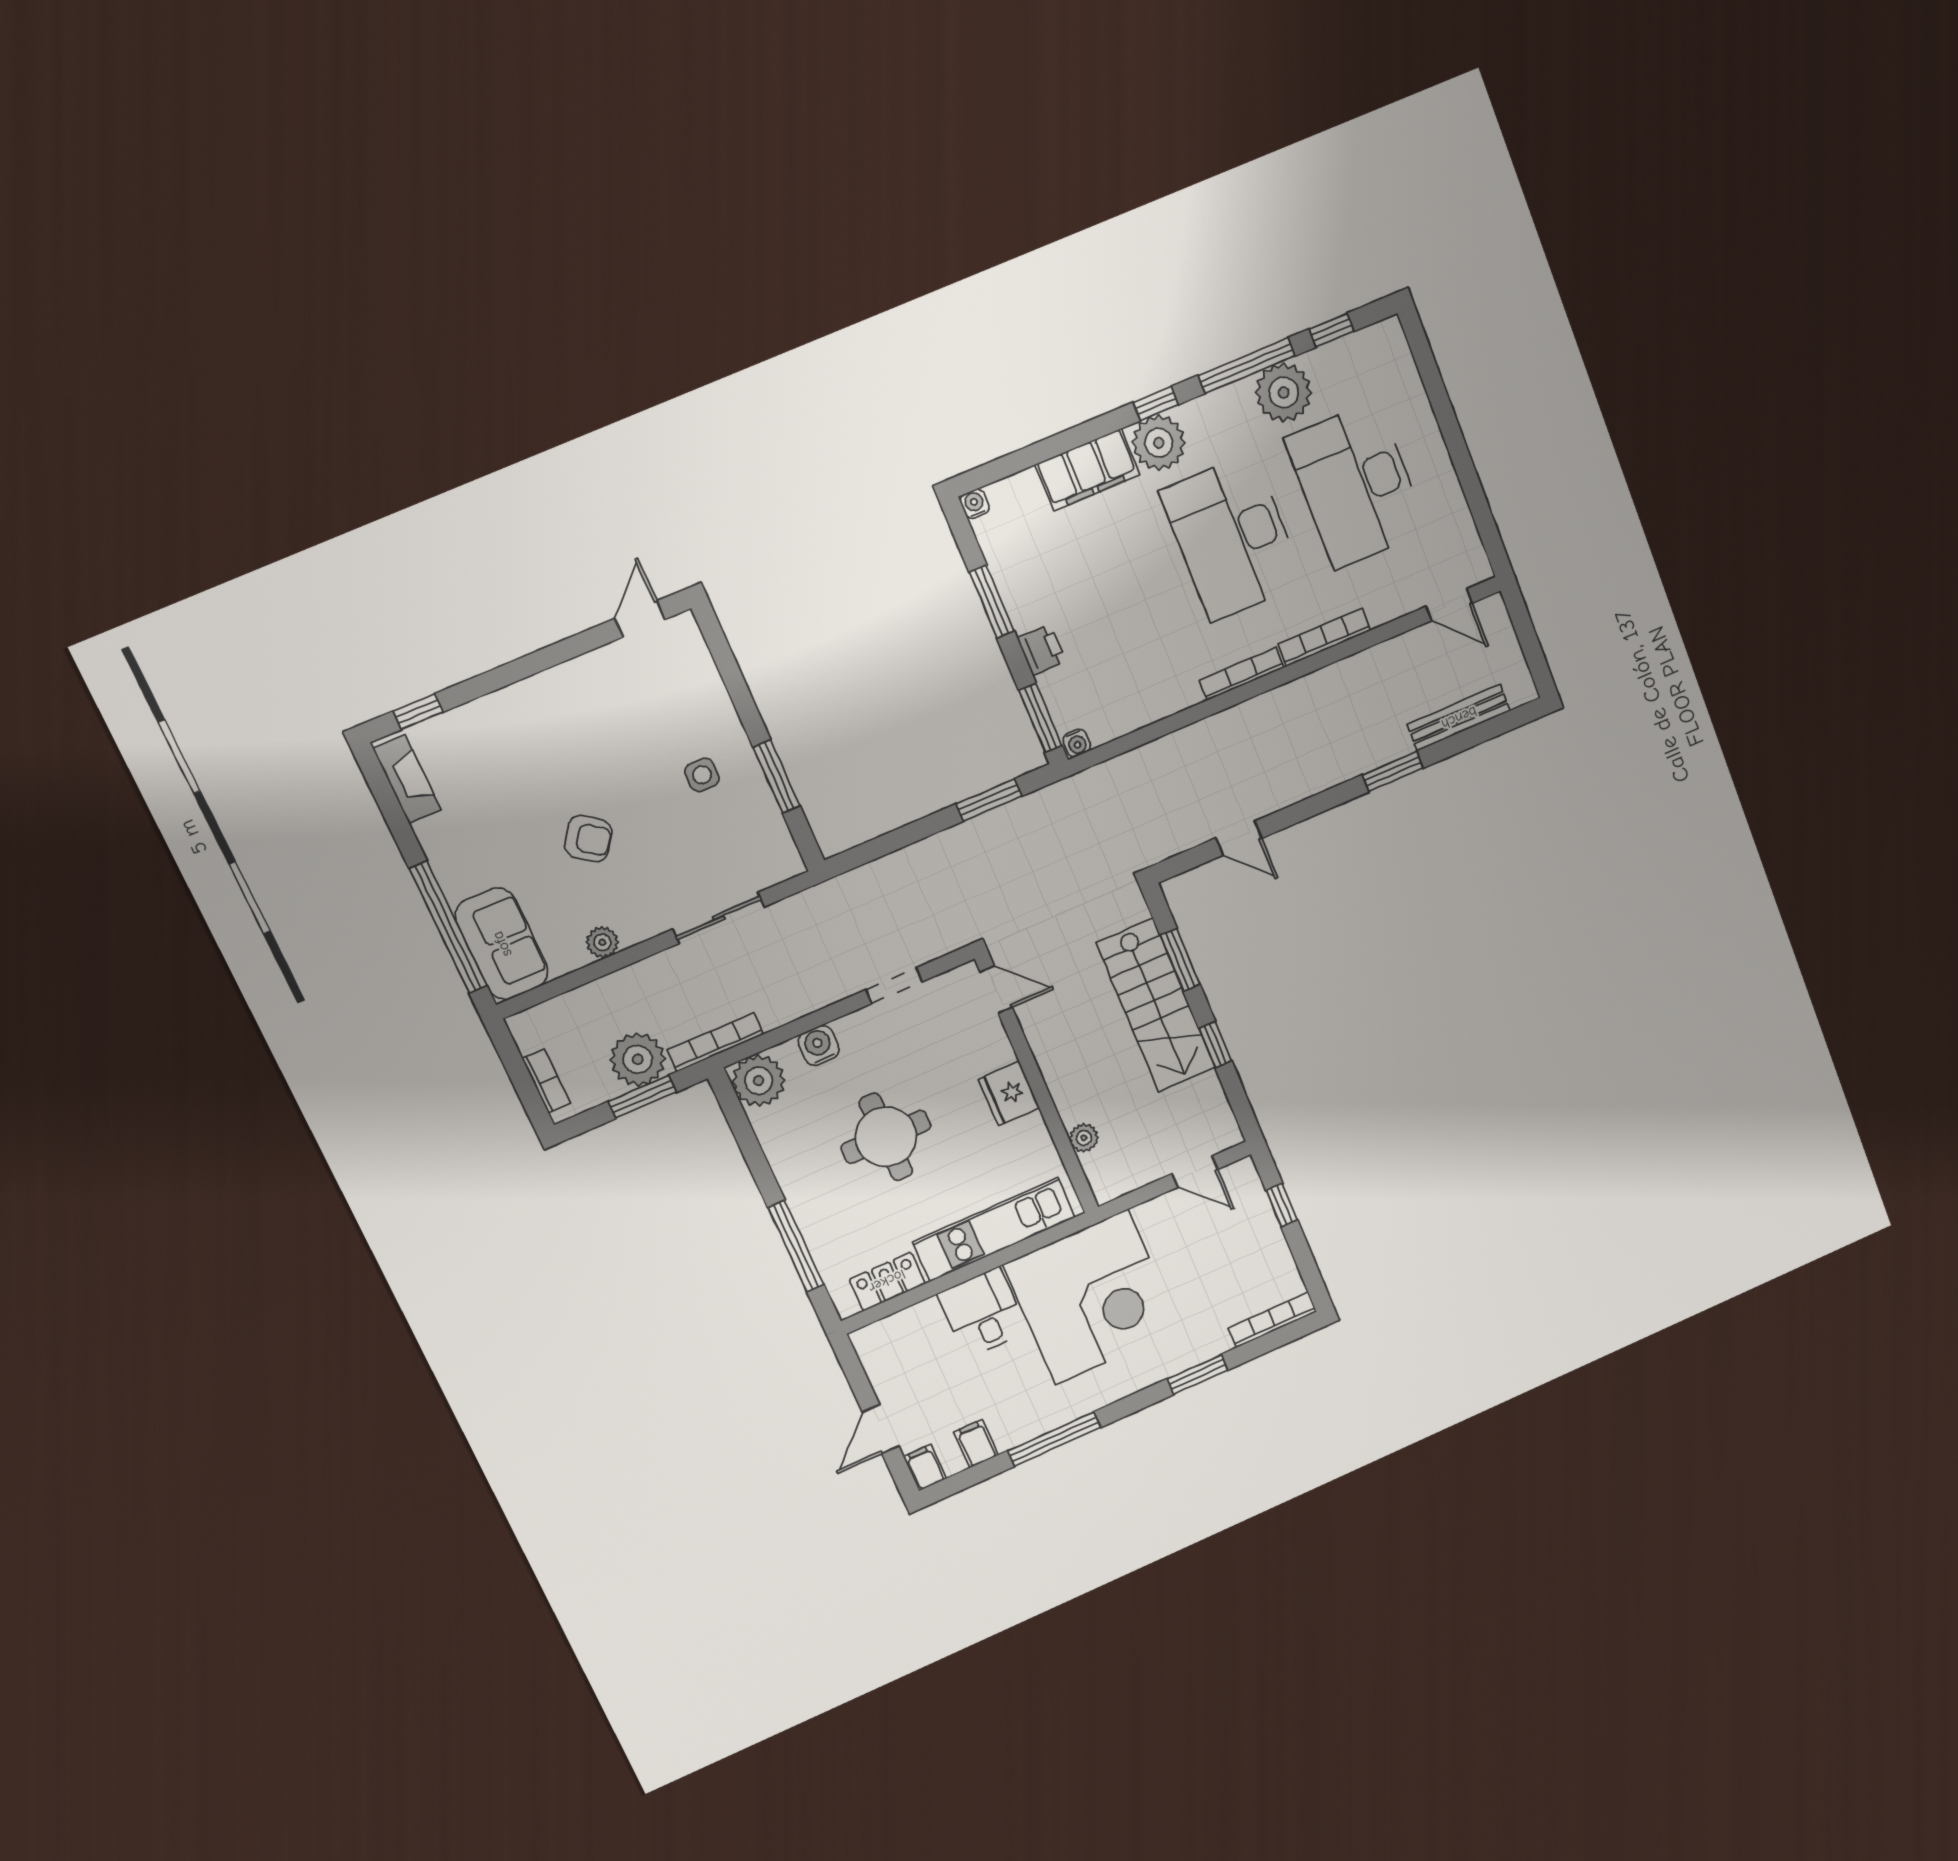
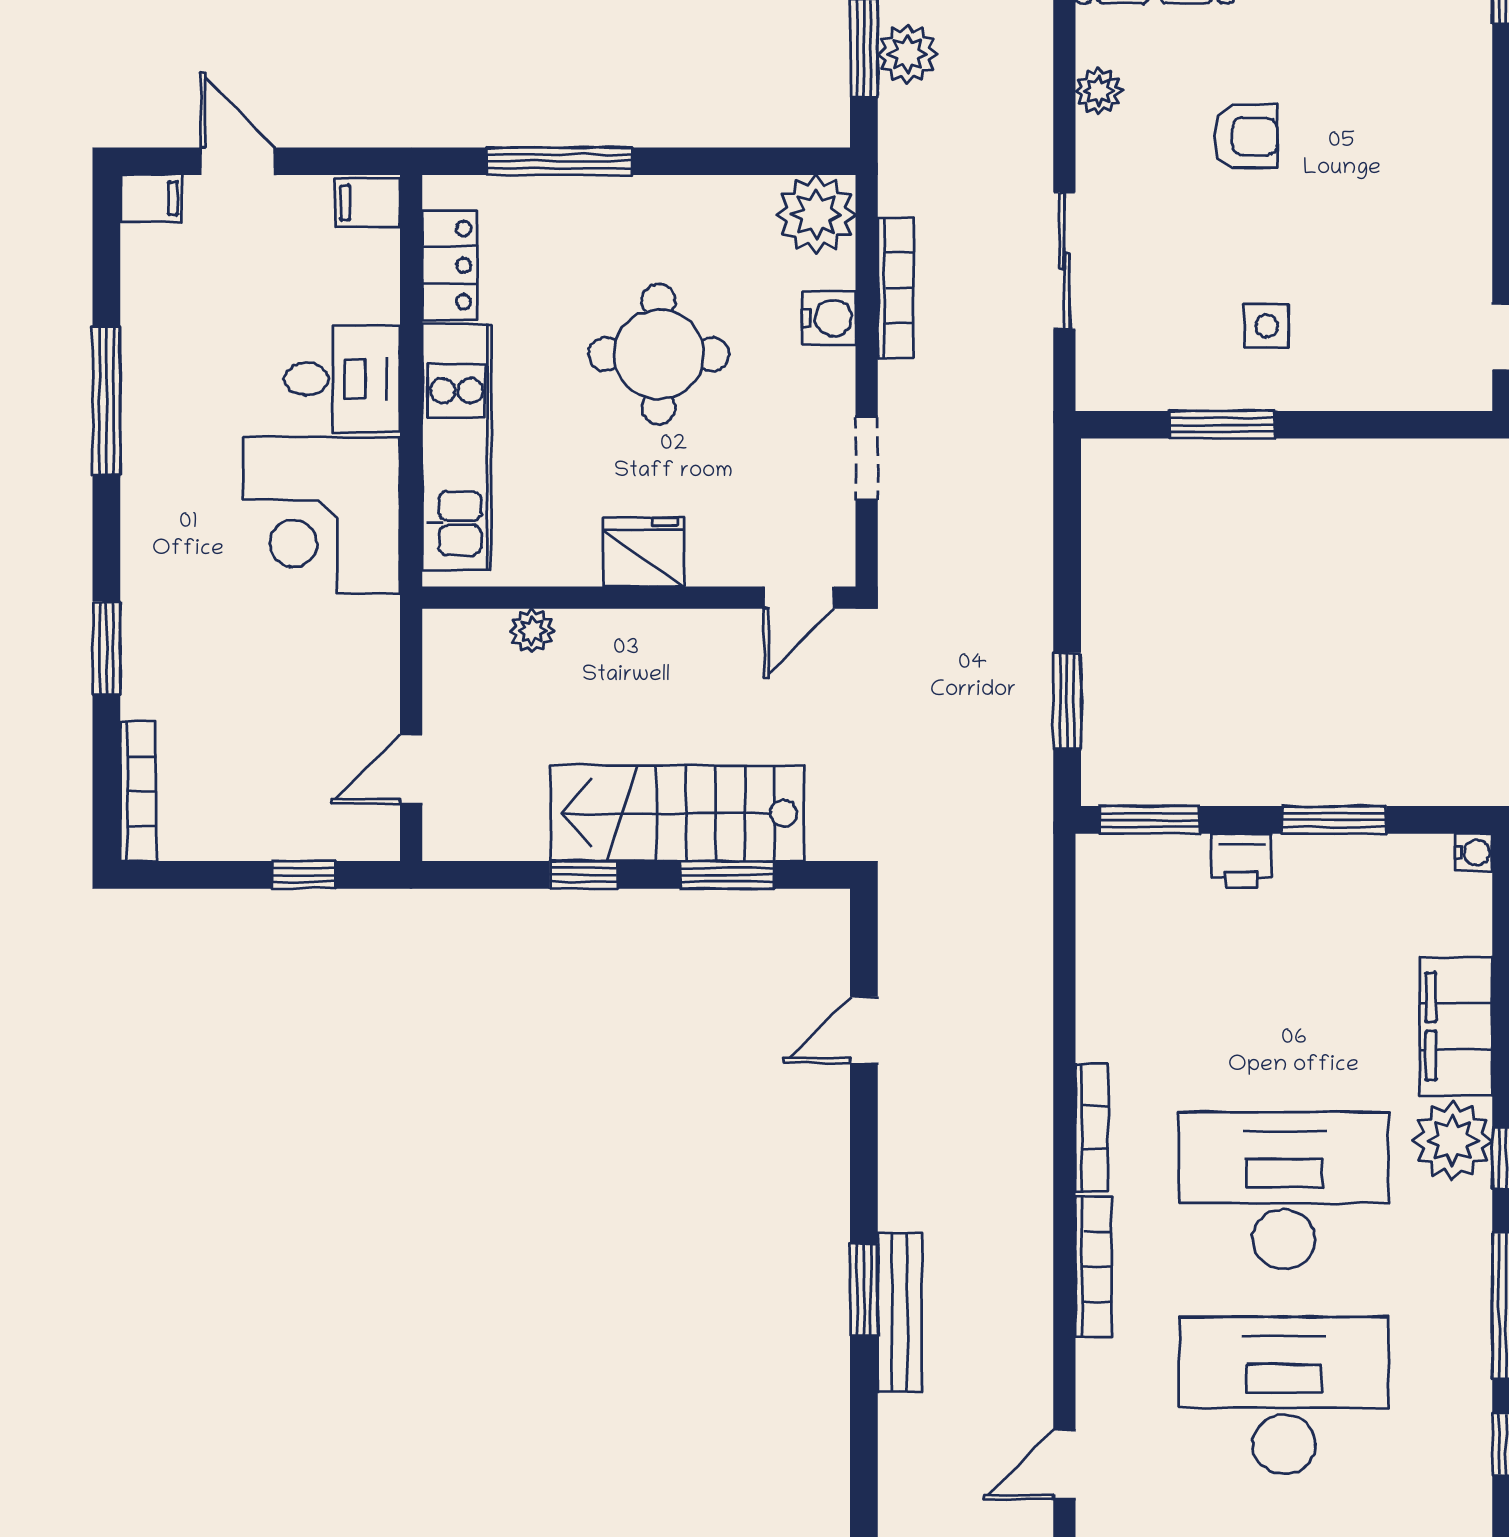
plant: (1284, 392) -> (1450, 1343), removed
bench: (1459, 718) -> (900, 1312), moved
water cooler: (1077, 743) -> (1094, 856), removed
armchair: (588, 839) -> (1246, 136), turned -126
bookcase: (715, 1042) -> (896, 288), moved
plant: (638, 1059) -> (907, 54), width x0.73, depth x0.73
corner desk: (1092, 1297) -> (322, 515), width x0.74, depth x0.74
filing cabinet: (976, 1444) -> (368, 203), moved, turned 180

